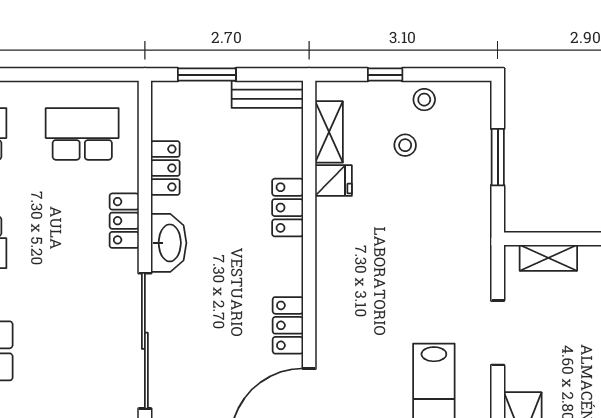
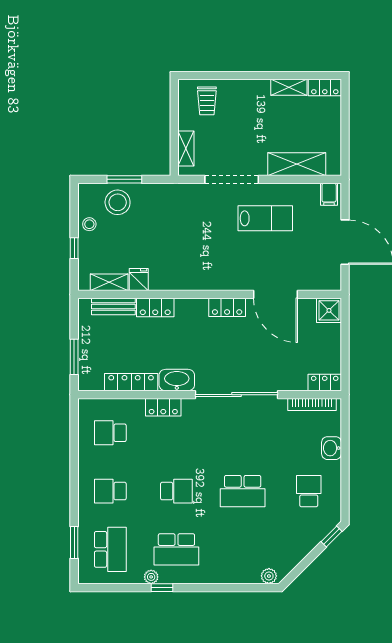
bench: (267, 94) -> (113, 306), moved, turned 90
school desk: (82, 134) -> (110, 433), width x0.54
stool: (405, 145) -> (118, 202), moved, width x1.89, depth x1.89
locker: (165, 168) -> (131, 382), width x1.53
doorway: (498, 333) -> (232, 179), width x1.36

